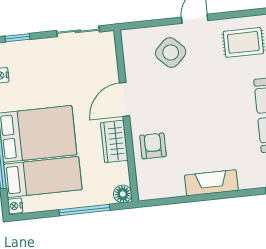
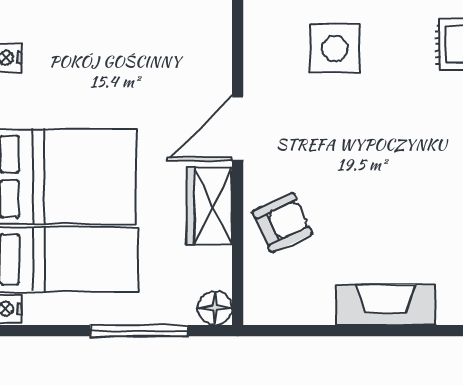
side table: (171, 52) -> (335, 49), turned 45
armchair: (153, 146) -> (282, 223), turned 65

